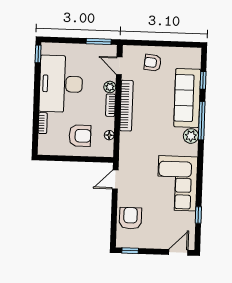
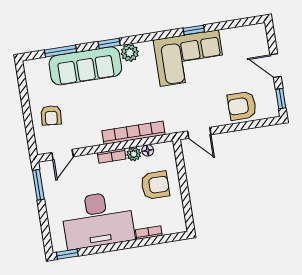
window: (203, 80) -> (60, 51), width x1.50
plant: (110, 87) -> (134, 154), moved
bookcase: (126, 106) -> (133, 133), moved
window: (202, 121) -> (109, 43), width x0.46
armchair: (80, 136) -> (155, 185), turned 90
window: (198, 215) -> (194, 30), moved
door: (178, 252) -> (275, 66), moved

